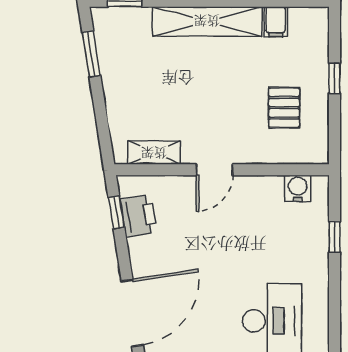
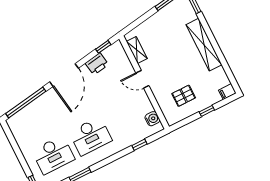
filing cabinet: (276, 22) -> (227, 92), moved
printer: (138, 216) -> (97, 64), moved
door: (132, 313) -> (64, 75), hinge flipped

